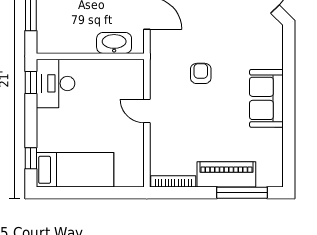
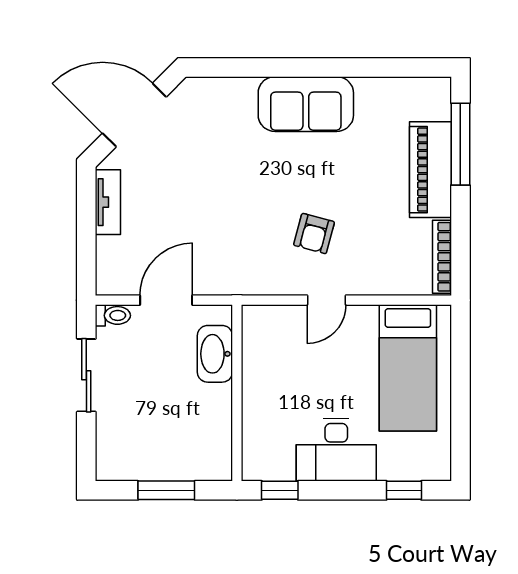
armchair: (201, 73) -> (314, 234), moved, turned -75
desk: (56, 83) -> (336, 450), moved
bed: (75, 170) -> (408, 368), moved, turned 180

